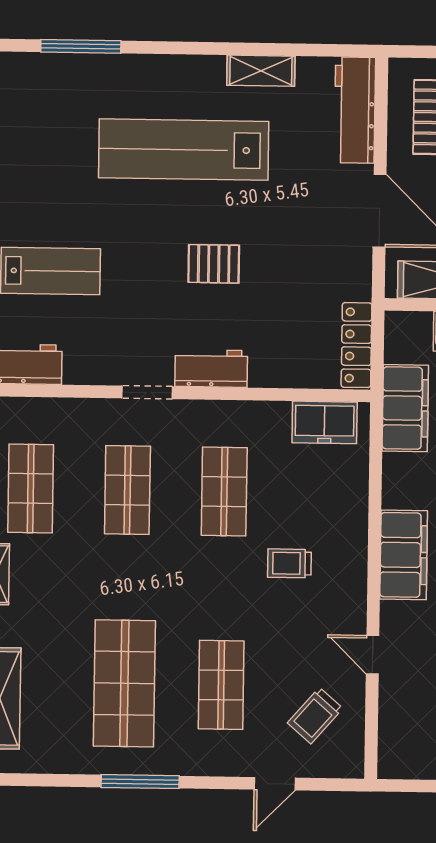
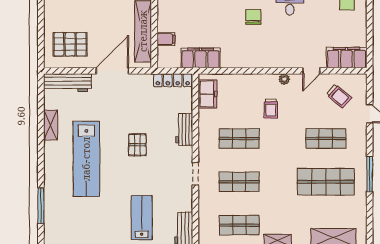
workbench: (211, 368) -> (184, 129), moved
filing cabinet: (404, 555) -> (347, 58), moved
plant: (355, 594) -> (284, 79), added

